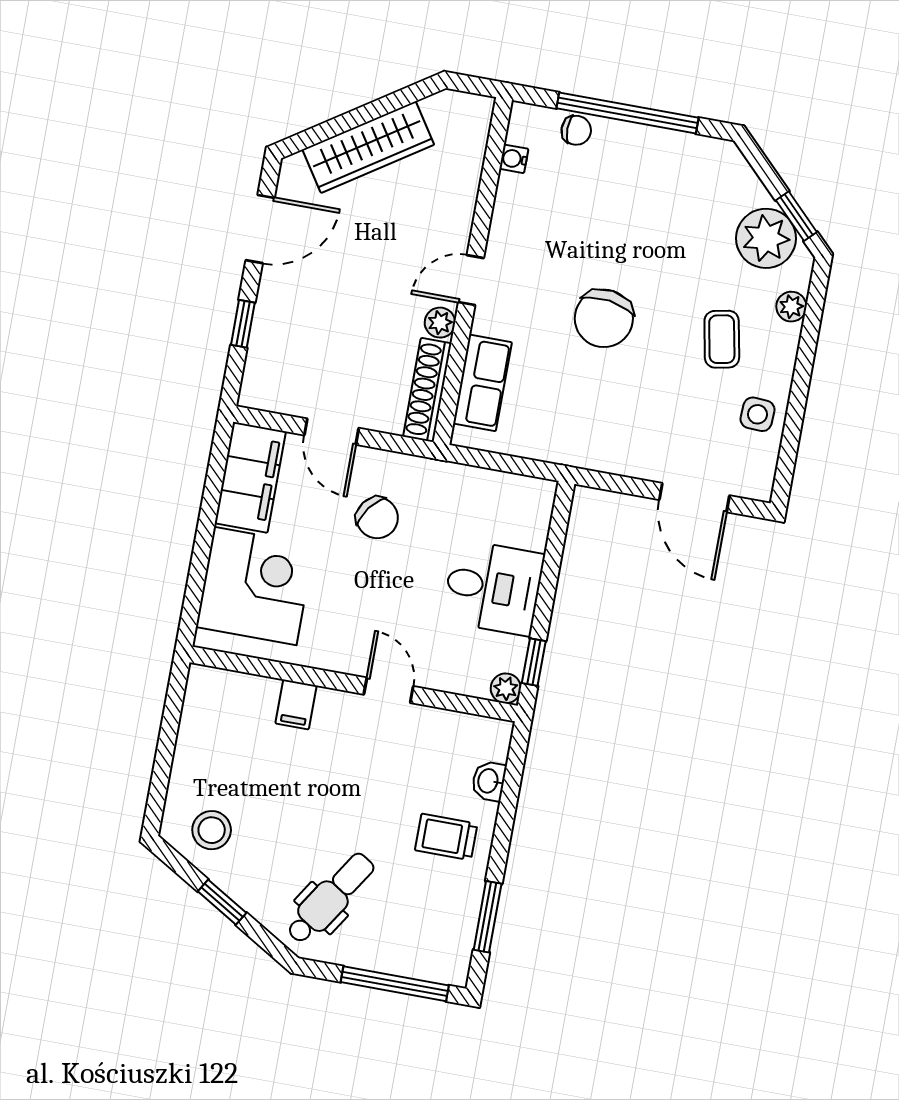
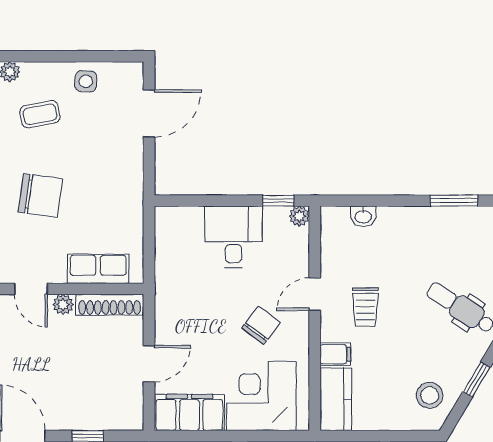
chair: (377, 518) -> (261, 325), moved
kitchen counter: (231, 693) -> (336, 399), added
trolley: (446, 837) -> (365, 307), moved

